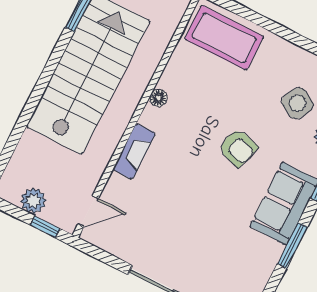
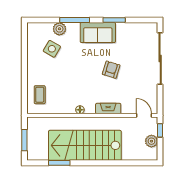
coffee table: (224, 38) -> (40, 95), width x0.54, depth x0.58
armchair: (238, 148) -> (111, 70), moved

